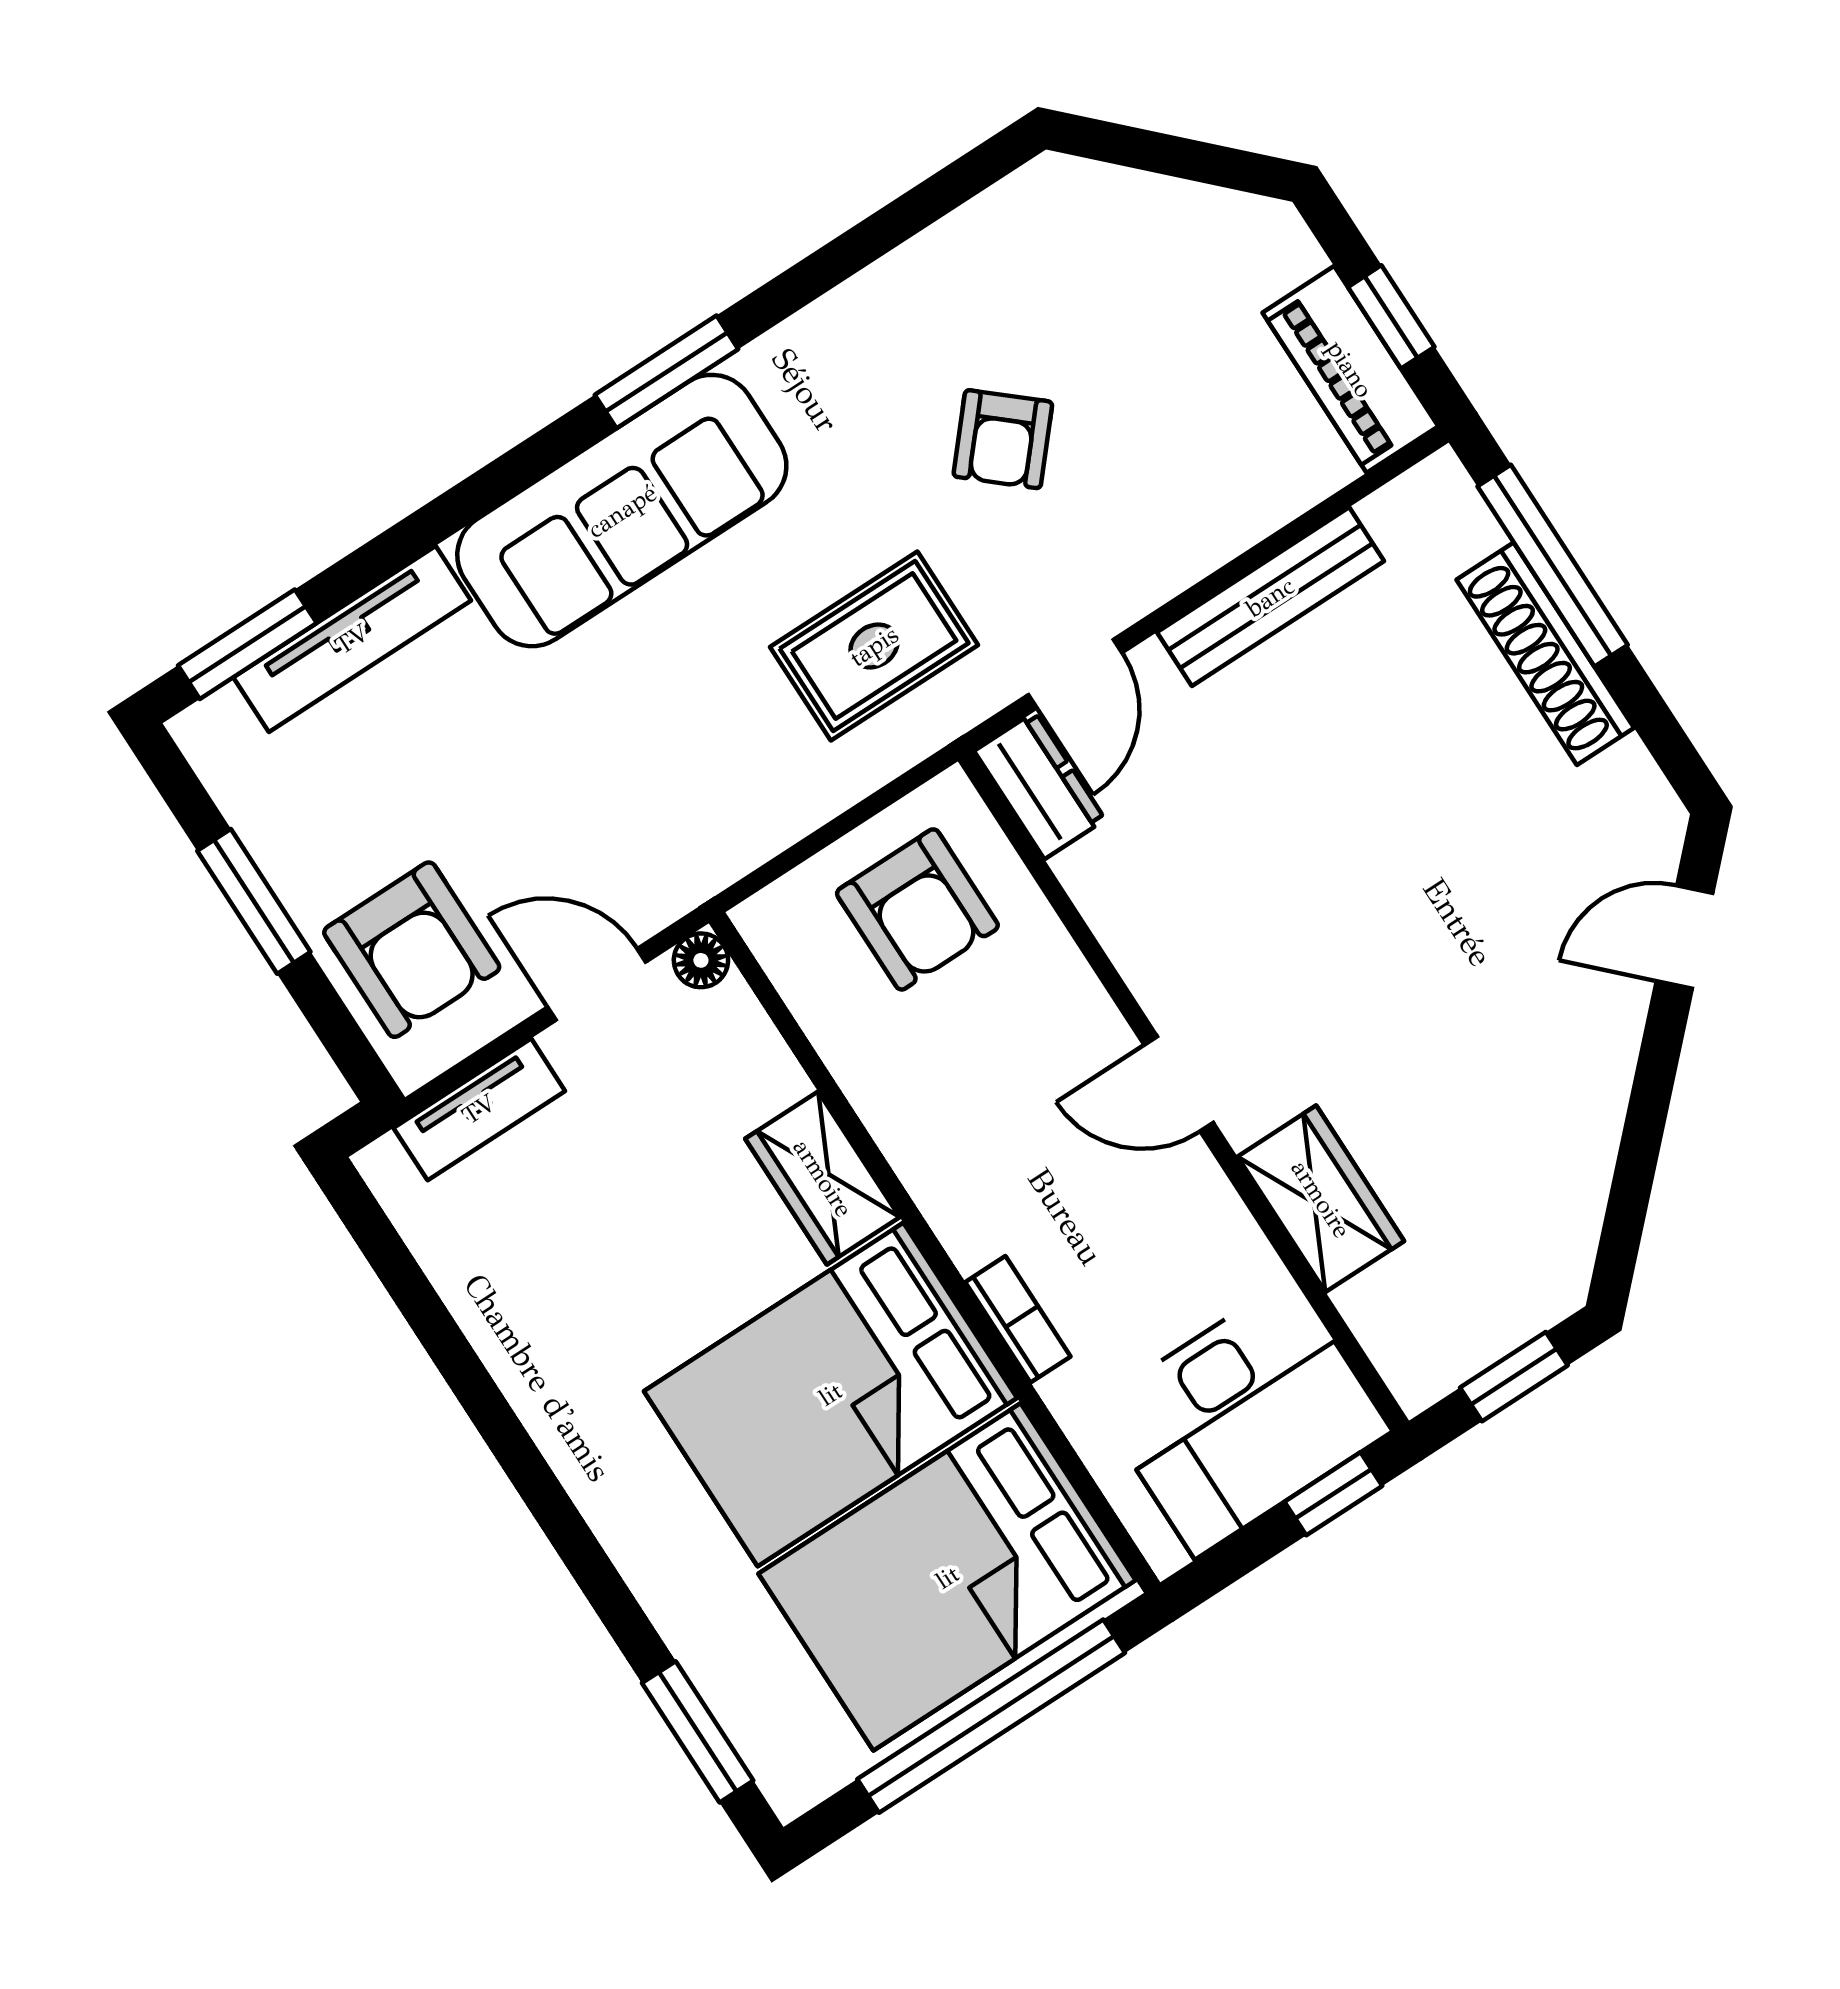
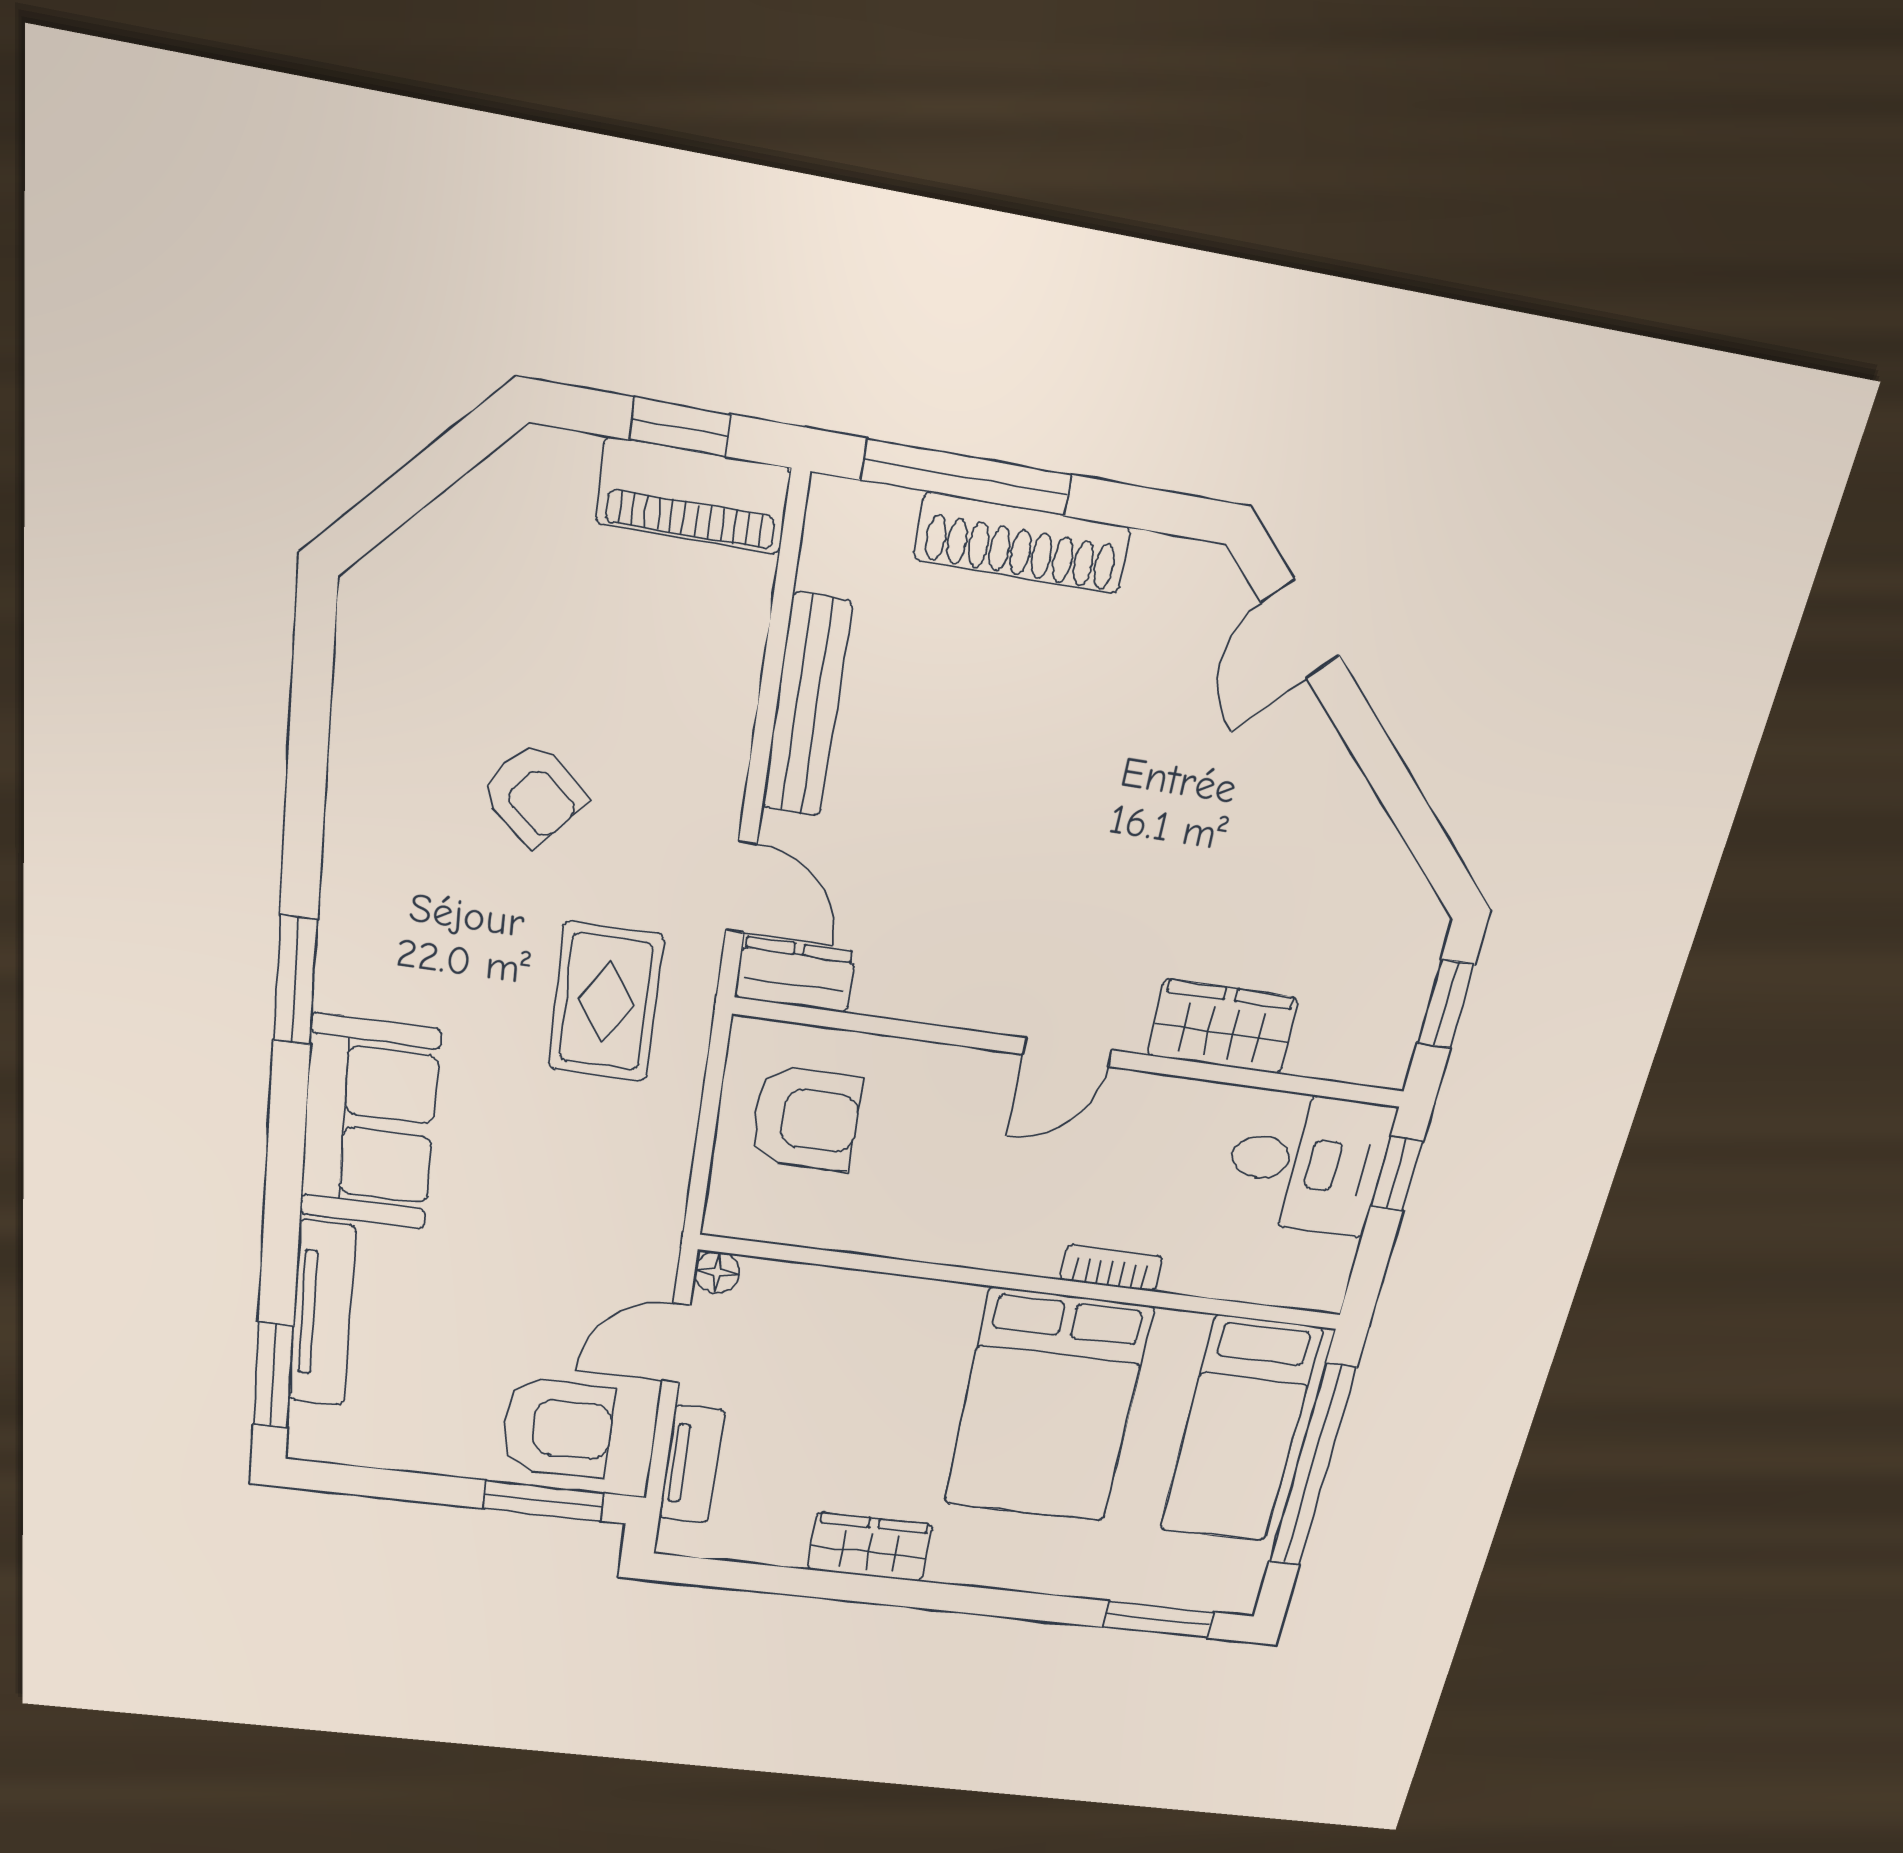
sofa: (622, 511) -> (369, 1123), width x0.73
window: (254, 901) -> (543, 1501), moved
wardrobe: (823, 1178) -> (870, 1547), moved, turned 180
desk: (1243, 1418) -> (1307, 1163), width x0.73
bed: (947, 1577) -> (1240, 1430), width x0.67

